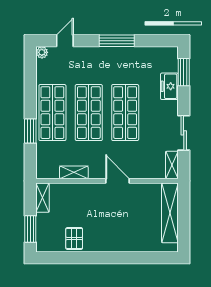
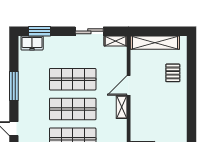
freezer: (169, 86) -> (32, 43), moved
shelving: (74, 172) -> (122, 107), moved
pallet: (74, 238) -> (173, 73), moved, turned 90

